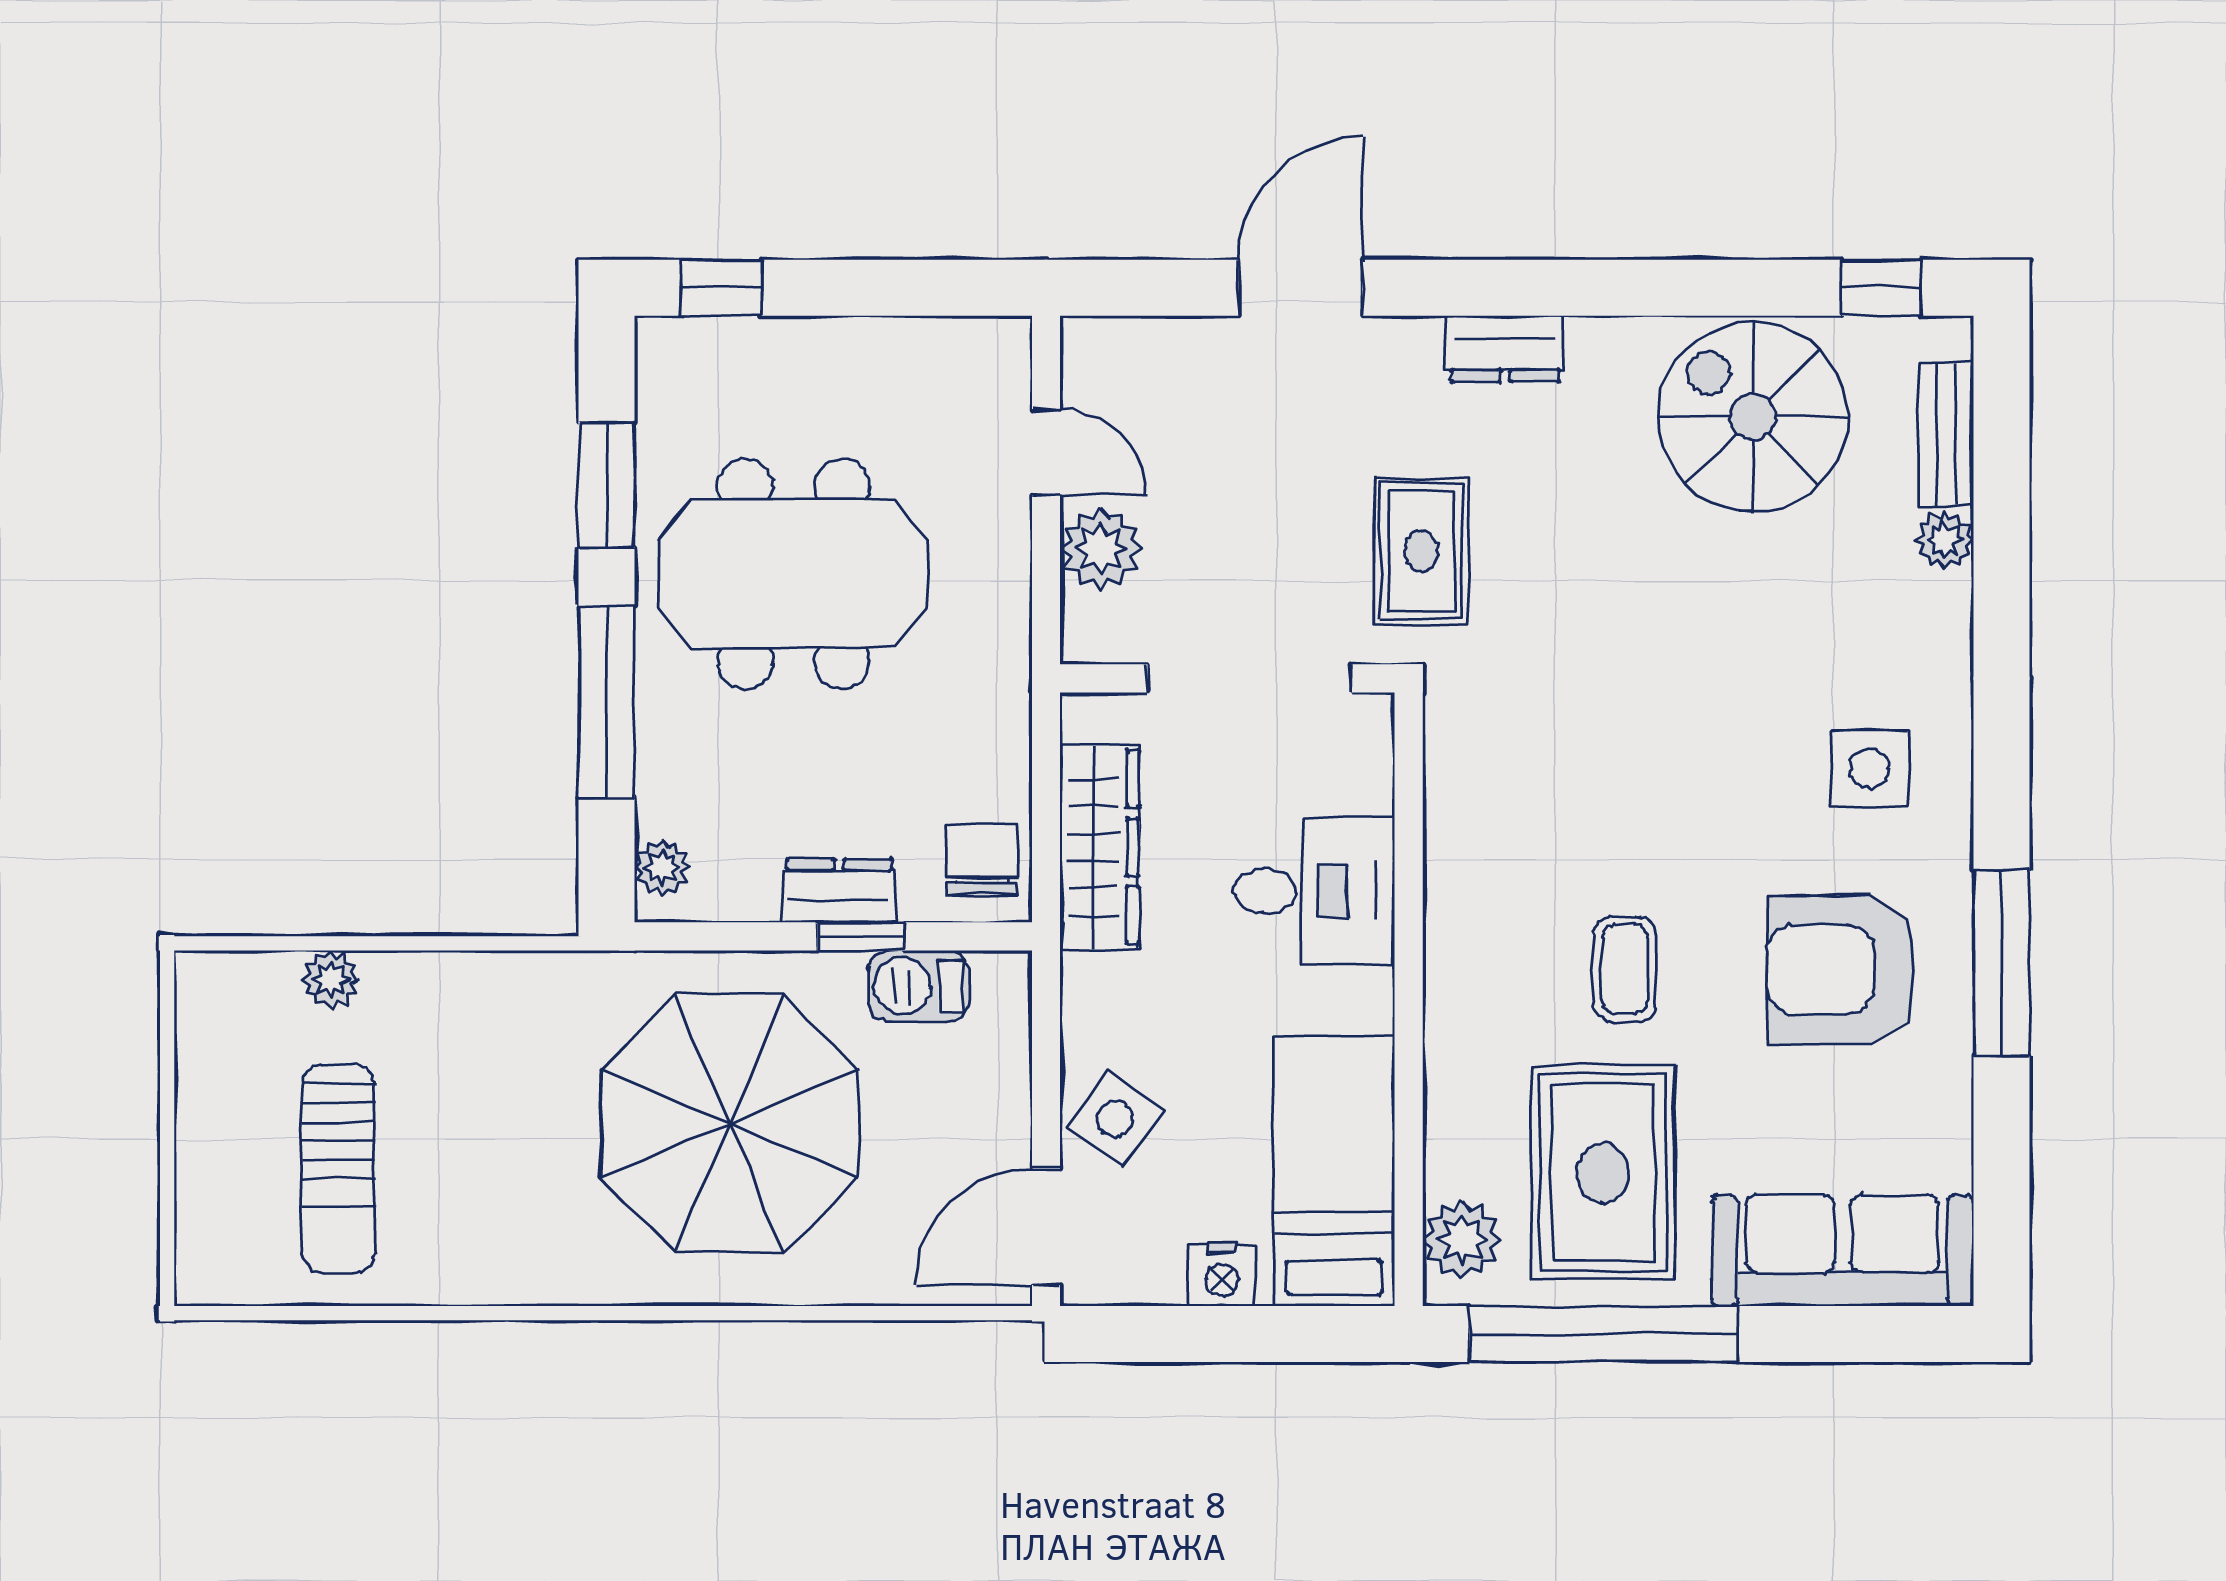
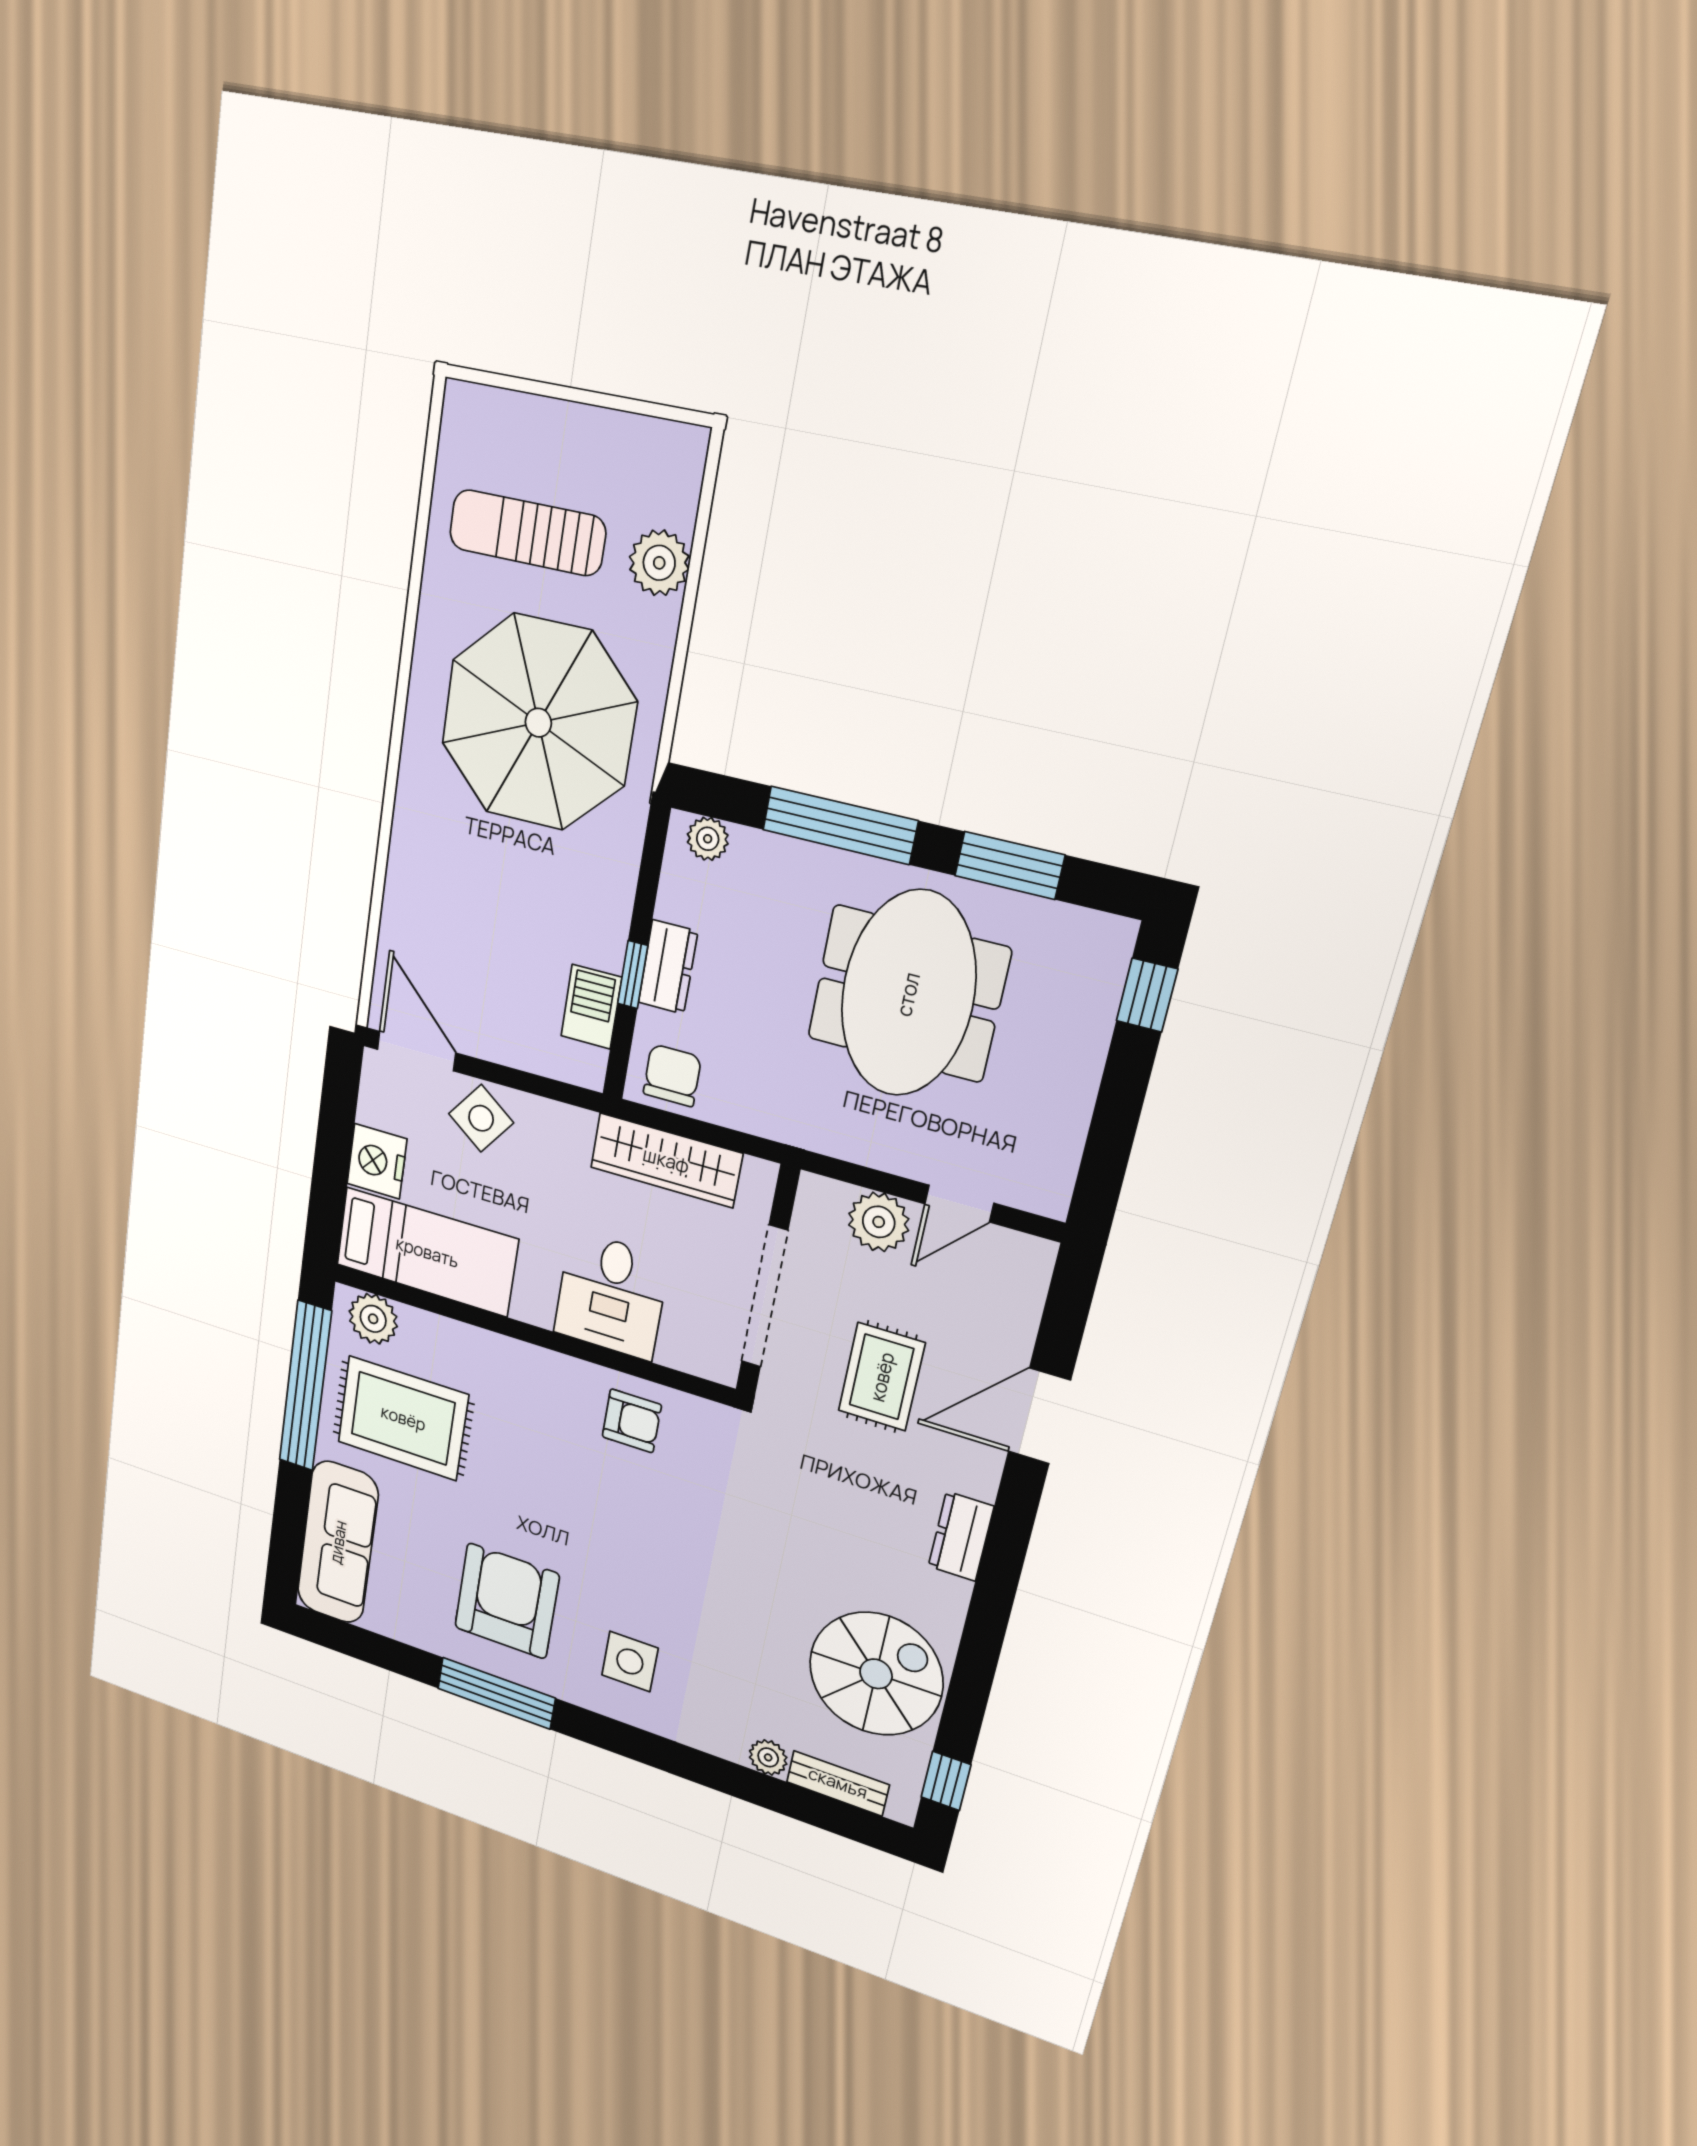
door: (1300, 288) -> (1039, 1416), swing flipped
rug: (1421, 551) -> (882, 1377), moved, turned 90
armchair: (1491, 830) -> (632, 1421), added
chair: (981, 859) -> (672, 1075), turned -90
coffee table: (1625, 969) -> (528, 1474), removed
plant: (331, 979) -> (659, 563), width x1.38, depth x1.38
parasol: (730, 1123) -> (538, 723), moved
nightstand: (1222, 1275) -> (377, 1161), width x1.36, depth x1.33

